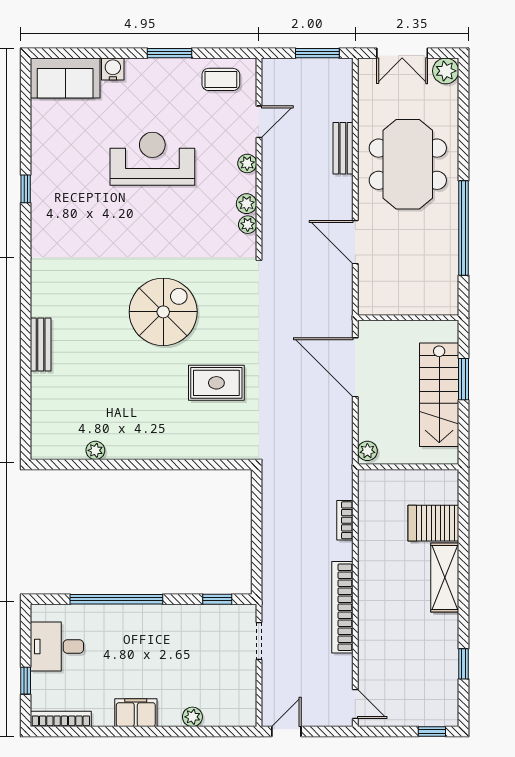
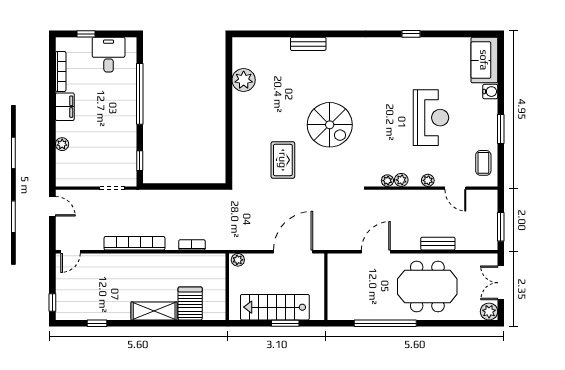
plant: (95, 450) -> (244, 80), width x1.88, depth x1.88
bookcase: (61, 719) -> (61, 71), moved

